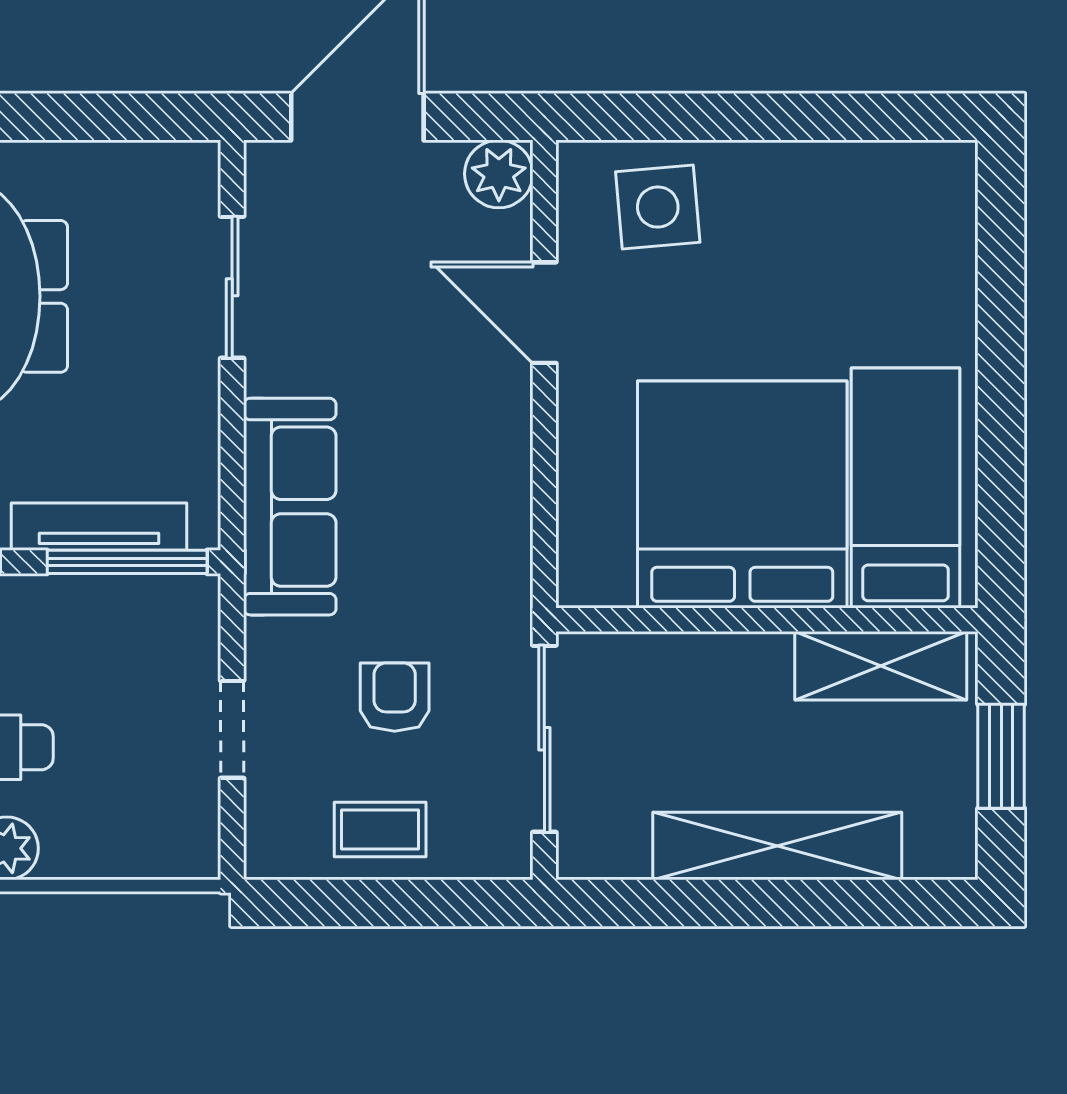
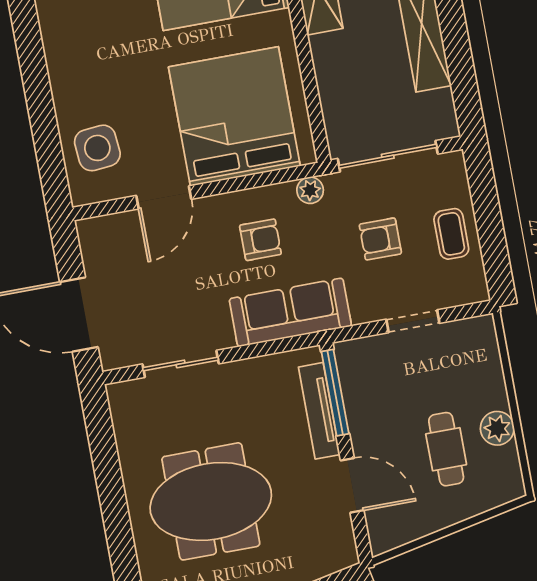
plant: (499, 174) -> (310, 190), moved, width x0.73, depth x0.73
armchair: (434, 476) -> (260, 240), added
bed: (742, 495) -> (234, 116), moved, turned 90

